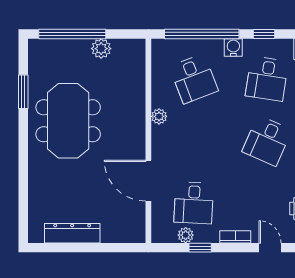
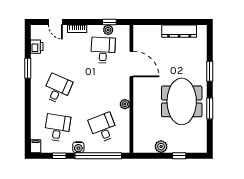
window: (72, 34) -> (179, 156), width x0.32
window: (23, 92) -> (210, 108), moved
window: (23, 169) -> (210, 71), added
window: (200, 248) -> (109, 22), moved

